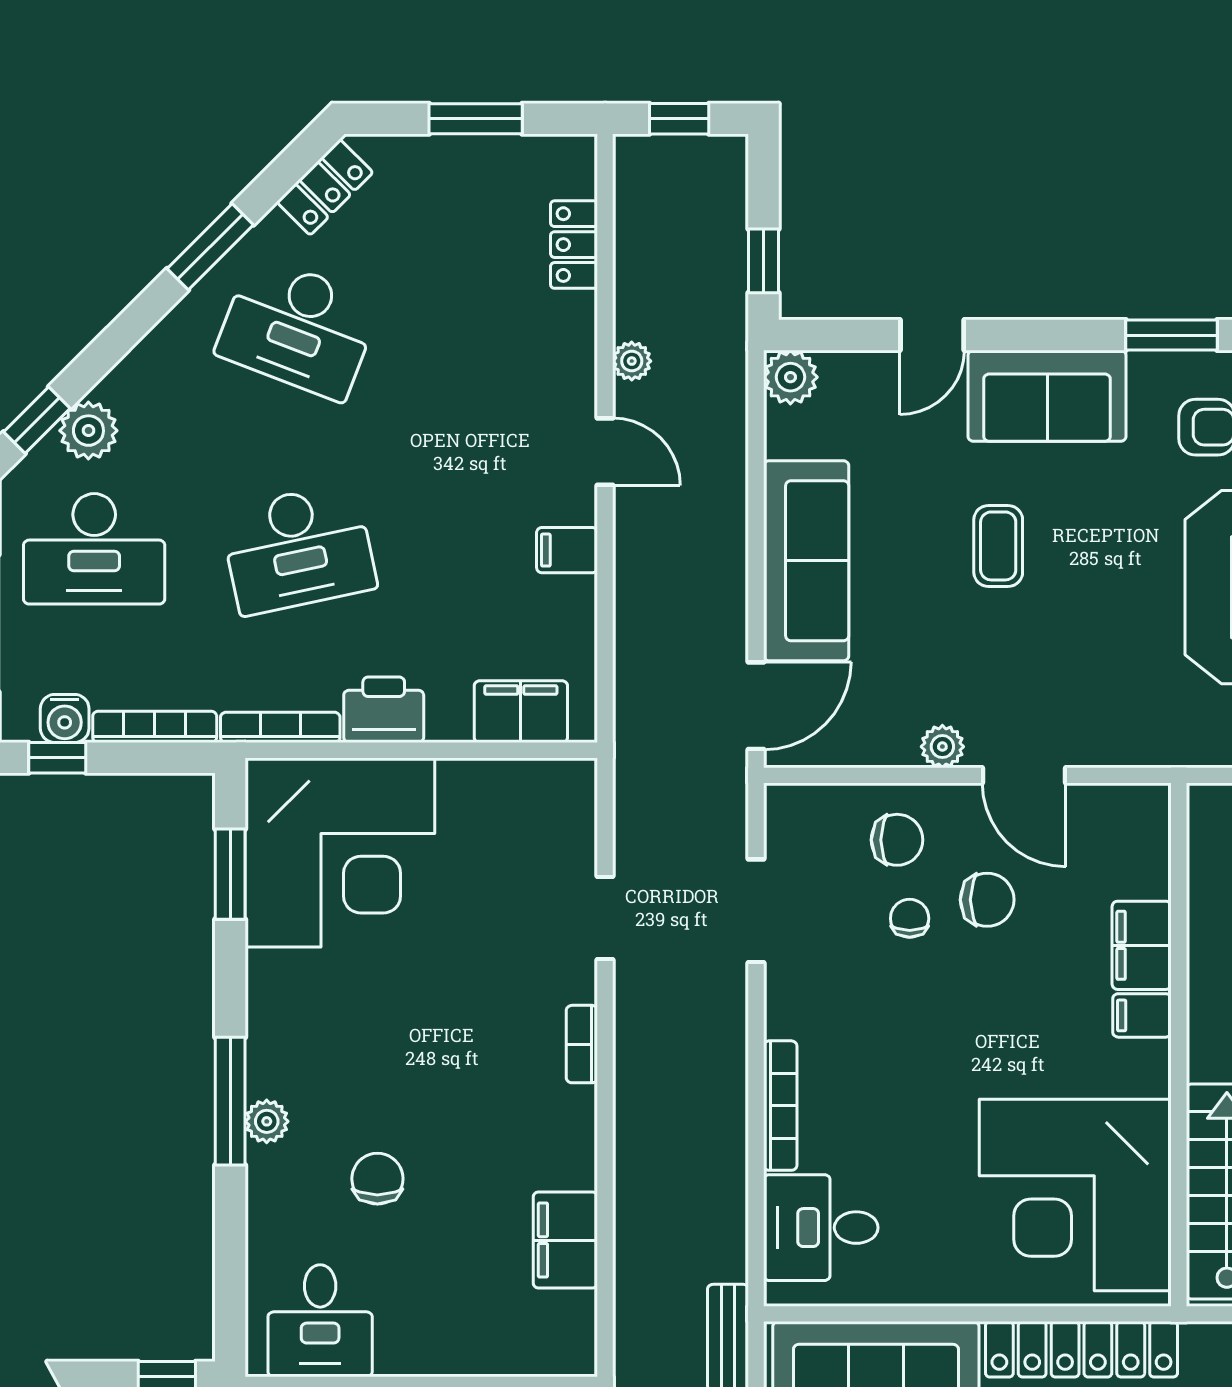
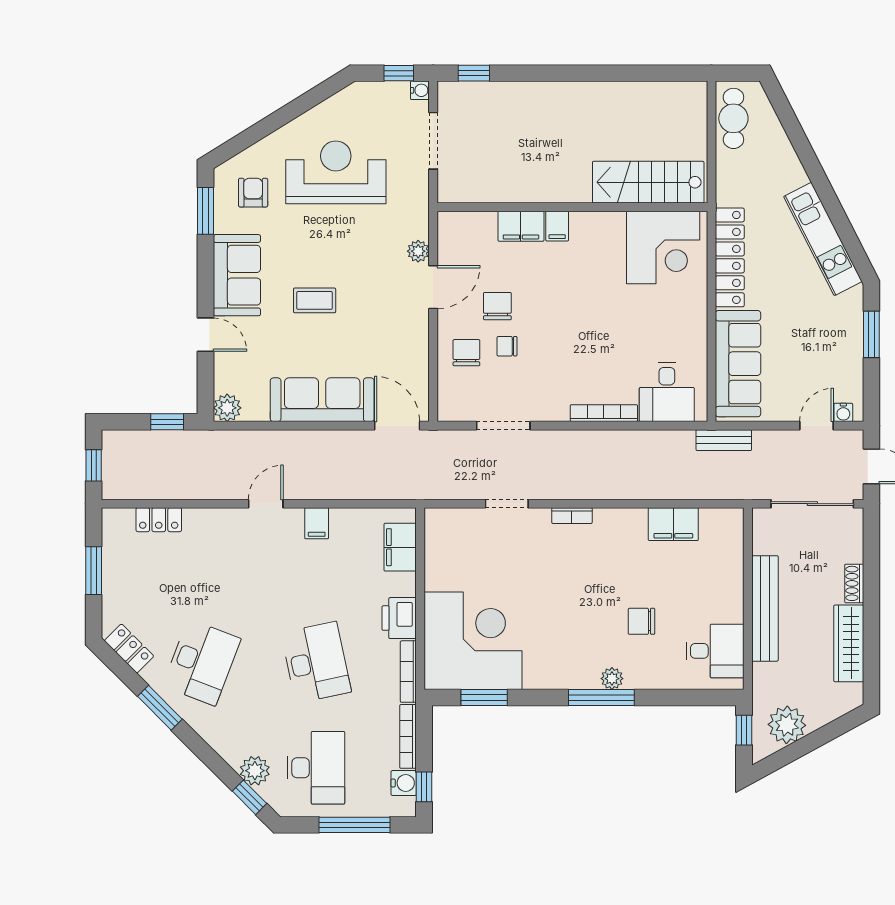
plant: (632, 361) -> (219, 490), removed
plant: (942, 747) -> (418, 251), moved
corner desk: (1075, 1195) -> (663, 247), width x0.74, depth x0.74

